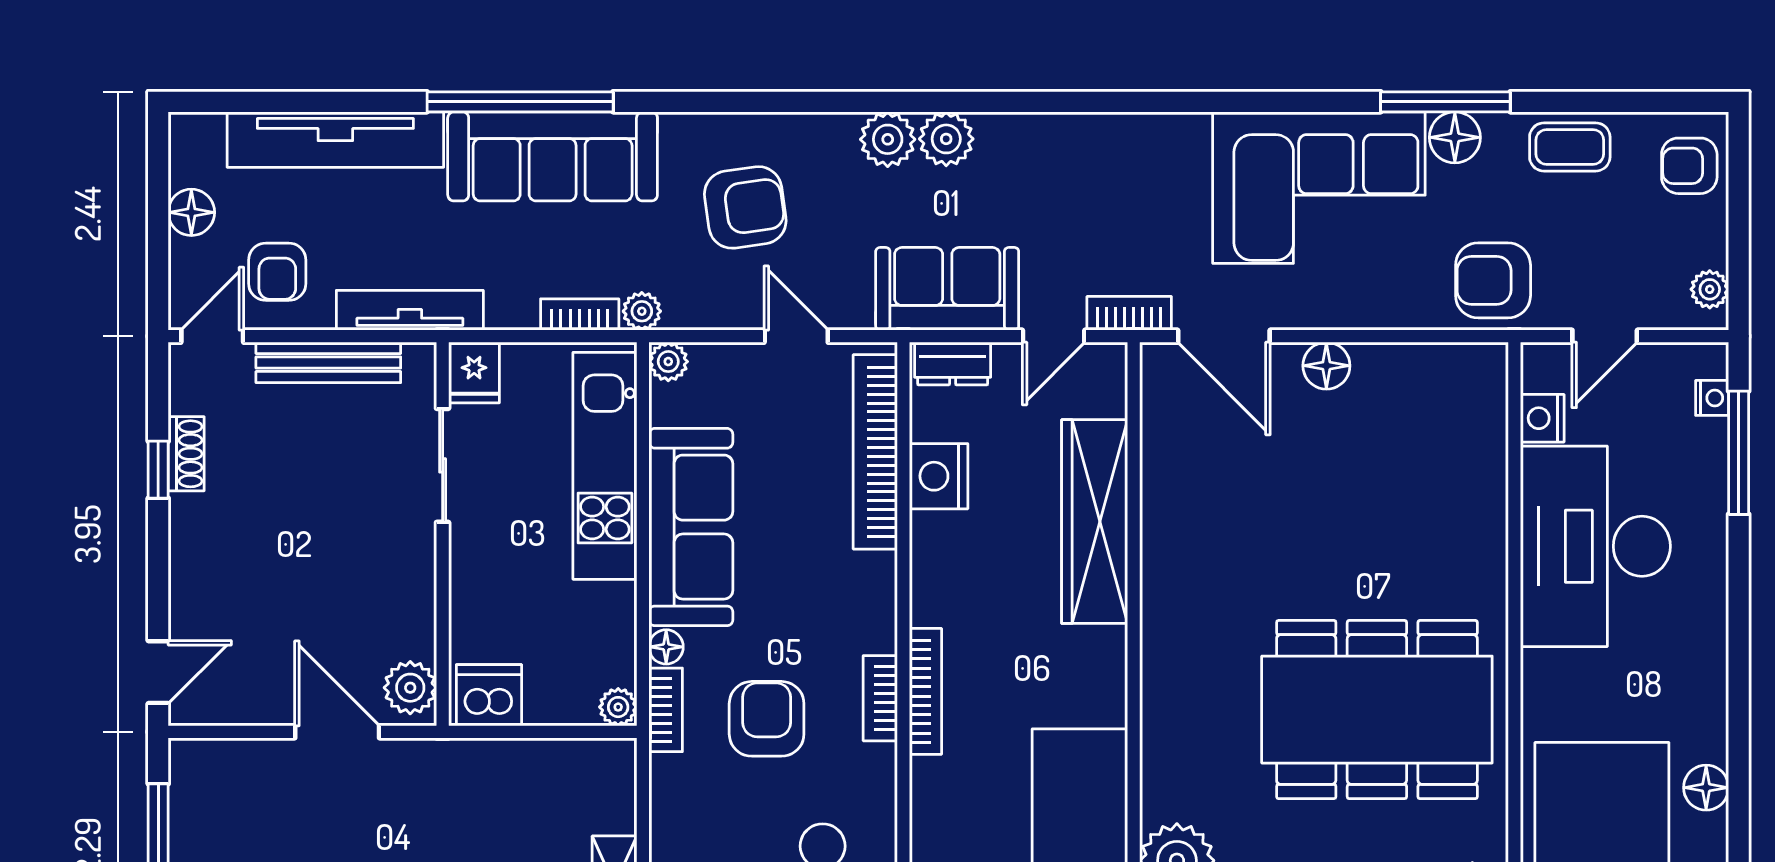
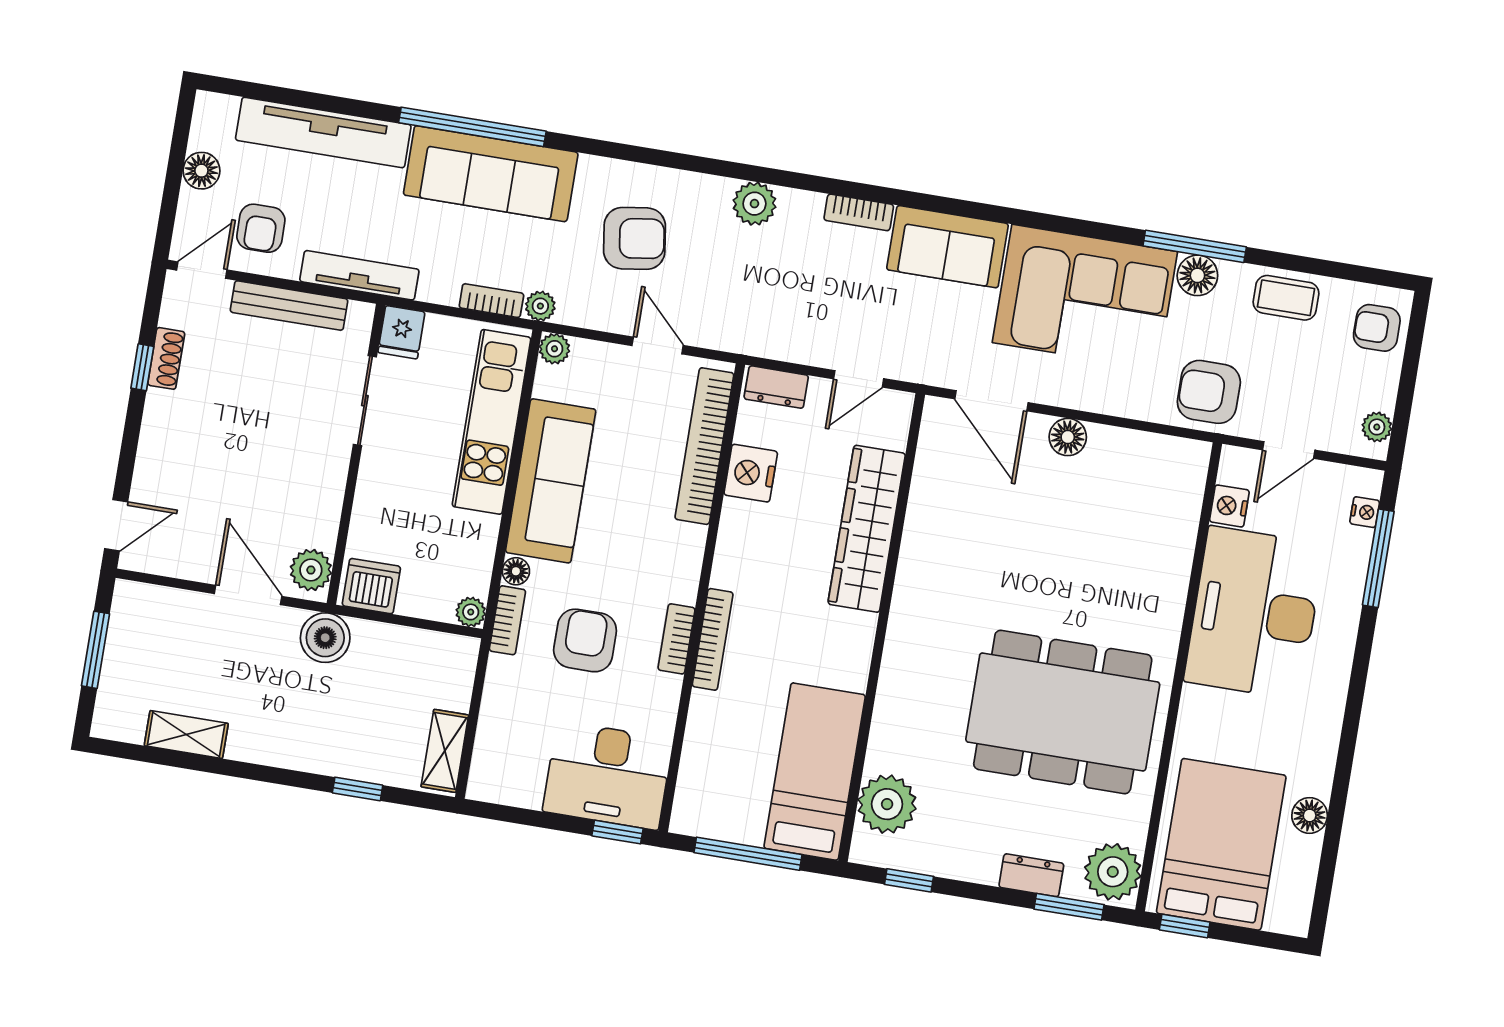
plant: (946, 139) -> (800, 211), removed
sofa: (947, 289) -> (947, 247), moved, turned 180
bookcase: (1129, 313) -> (859, 212), moved, turned 180
boiler: (442, 769) -> (325, 638), added

